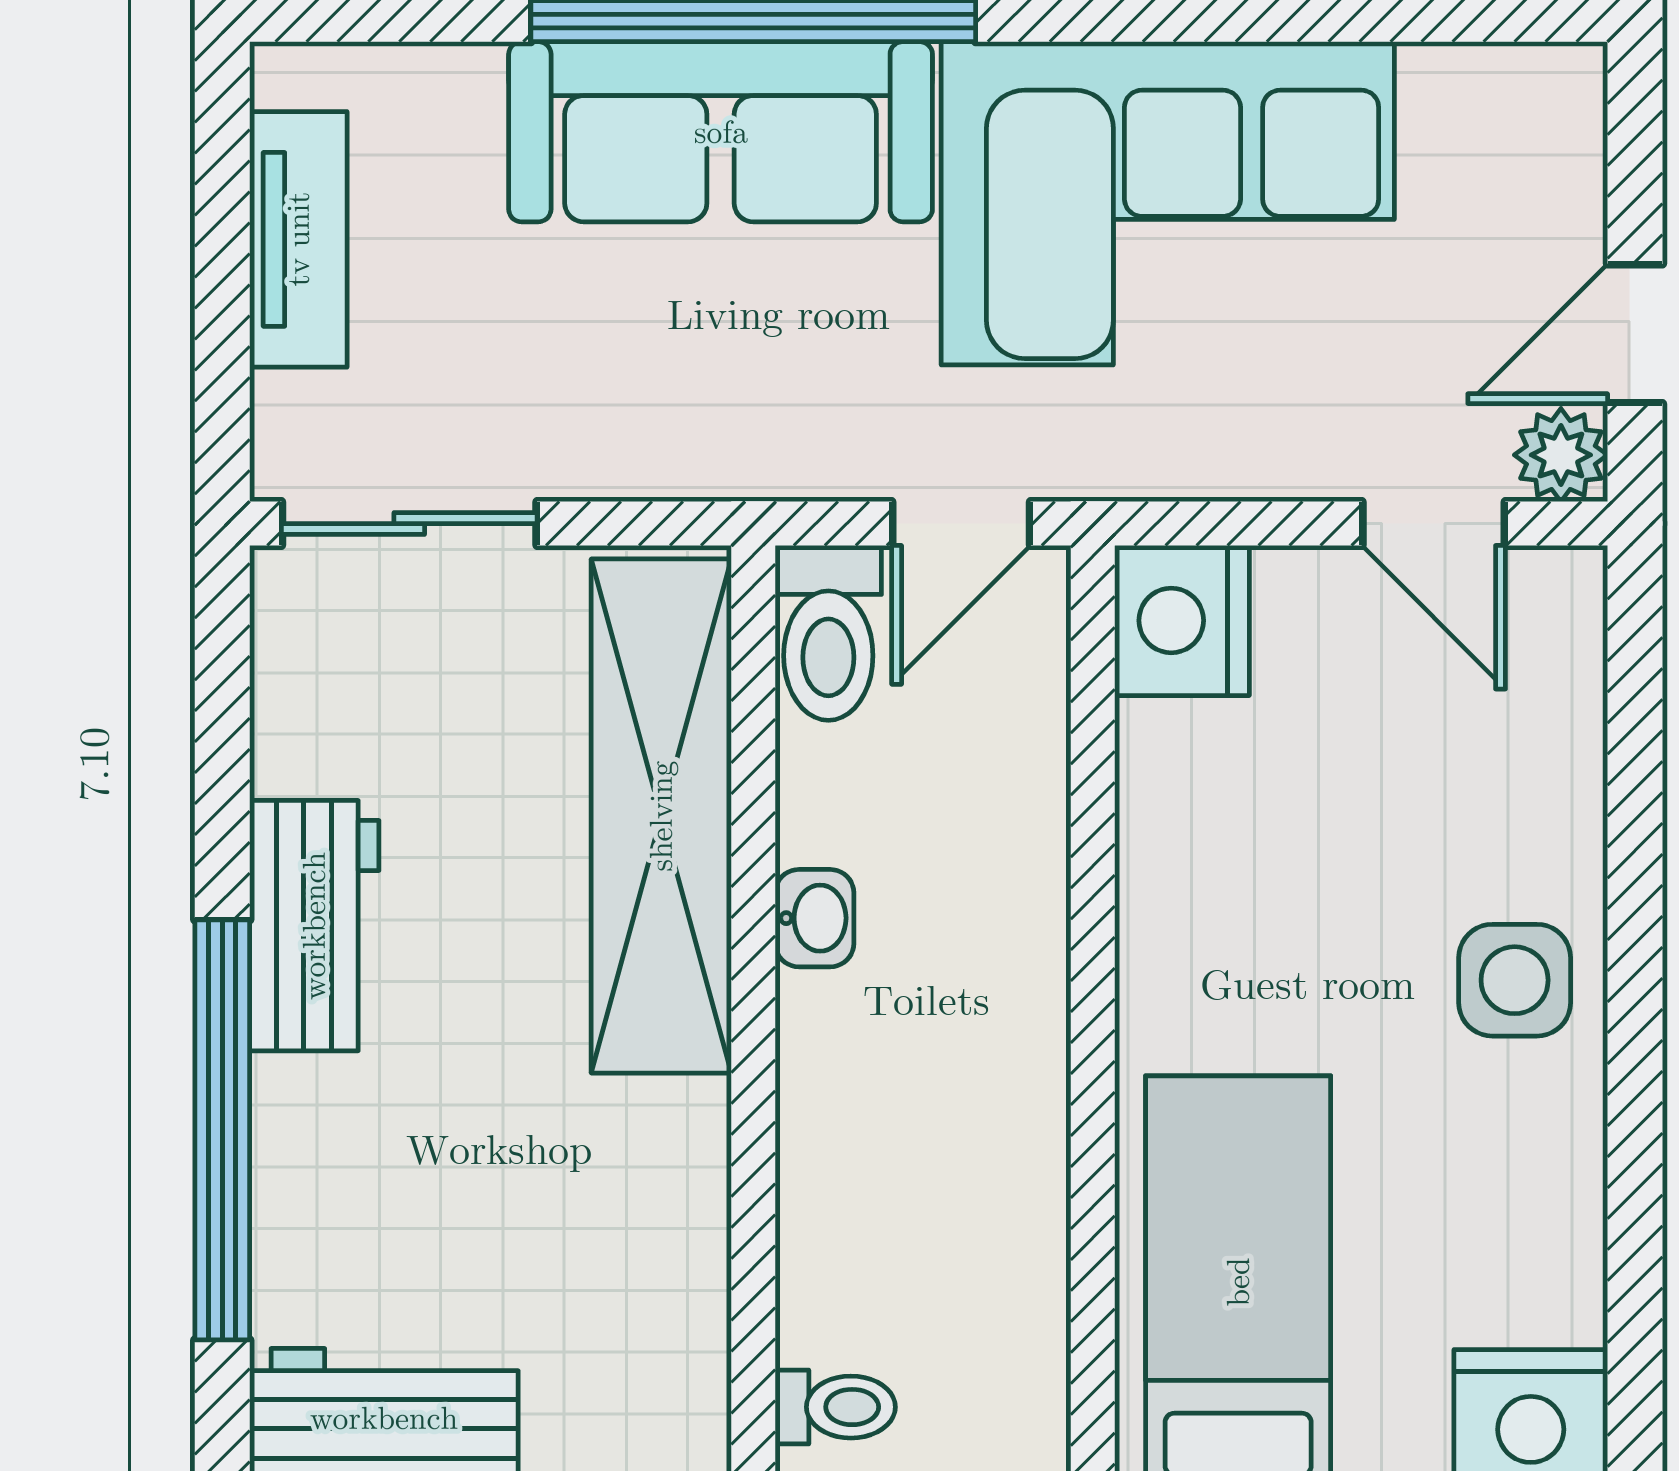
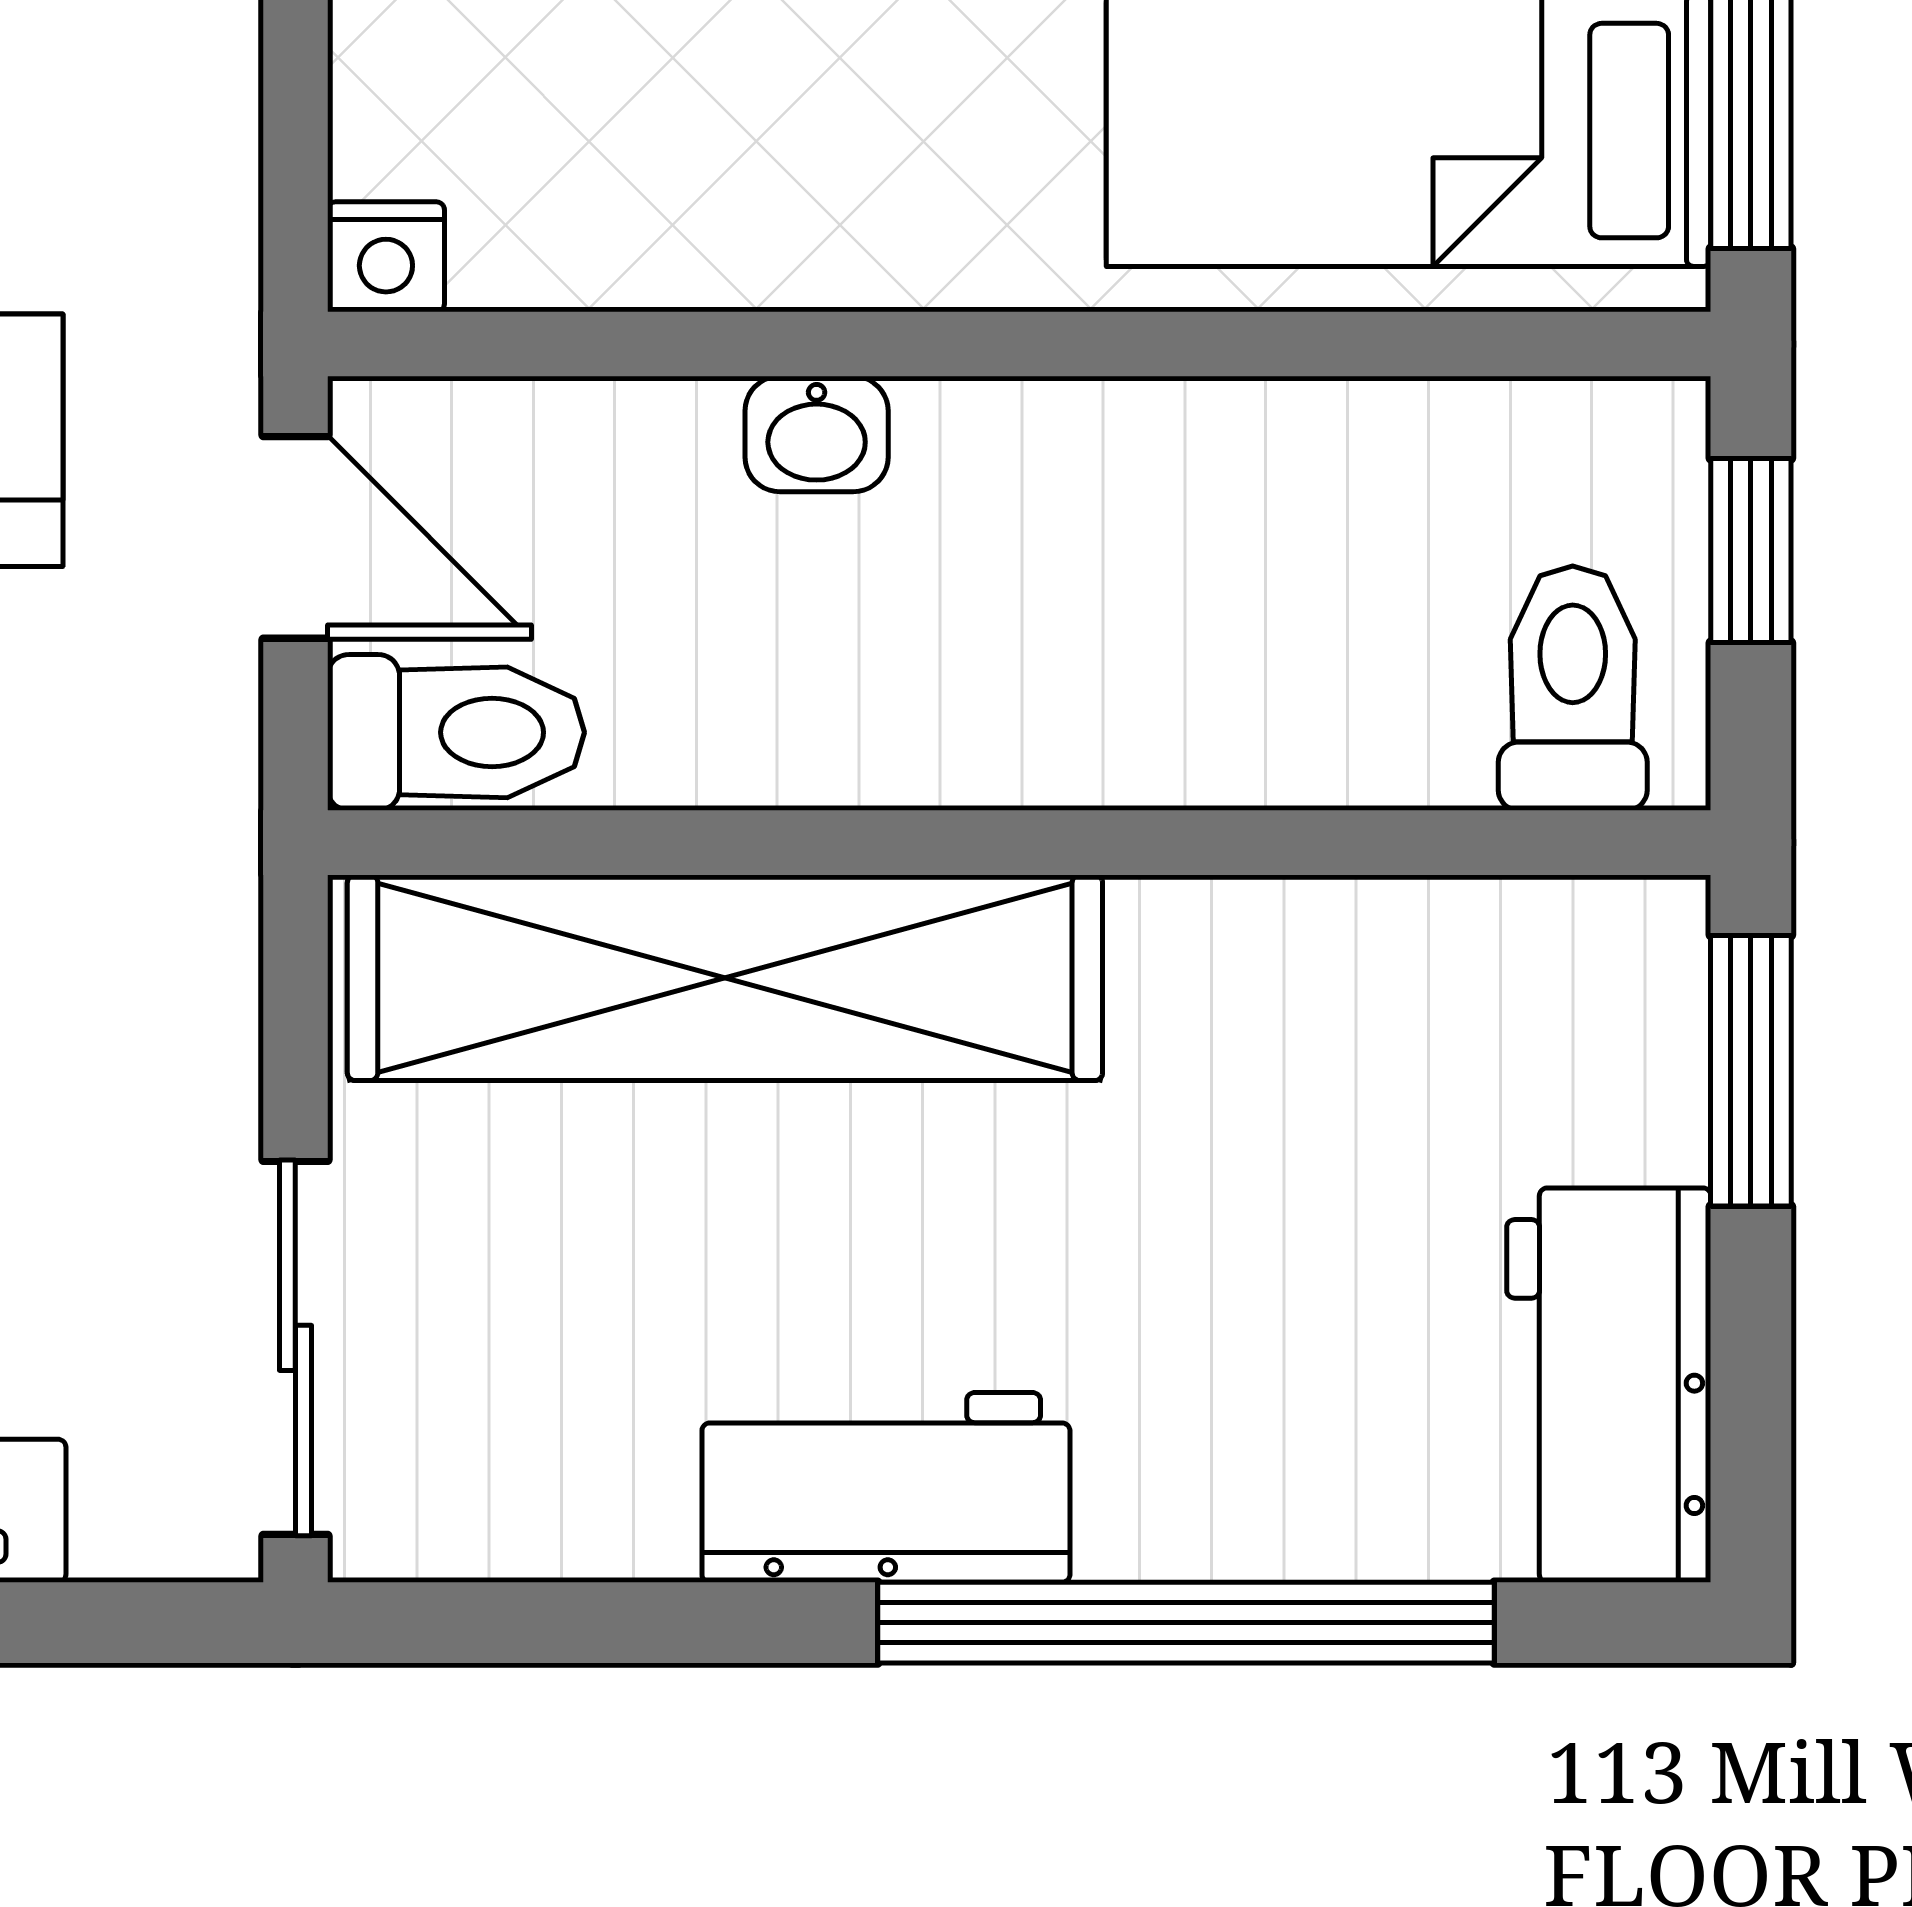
nightstand: (1182, 620) -> (386, 257), width x0.53, depth x0.56
washbasin: (815, 918) -> (817, 434), moved, turned 180
toilet: (835, 1407) -> (1573, 688), width x1.37, depth x1.39

